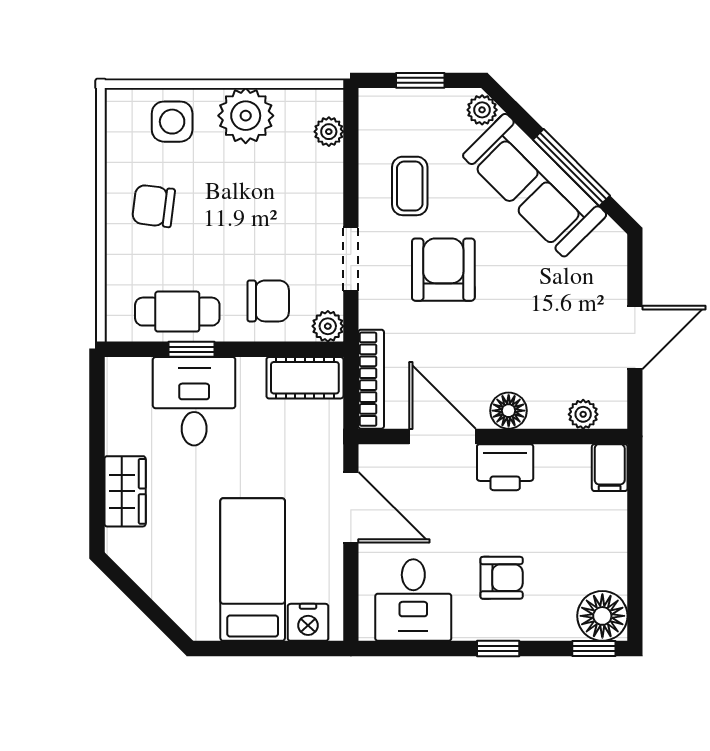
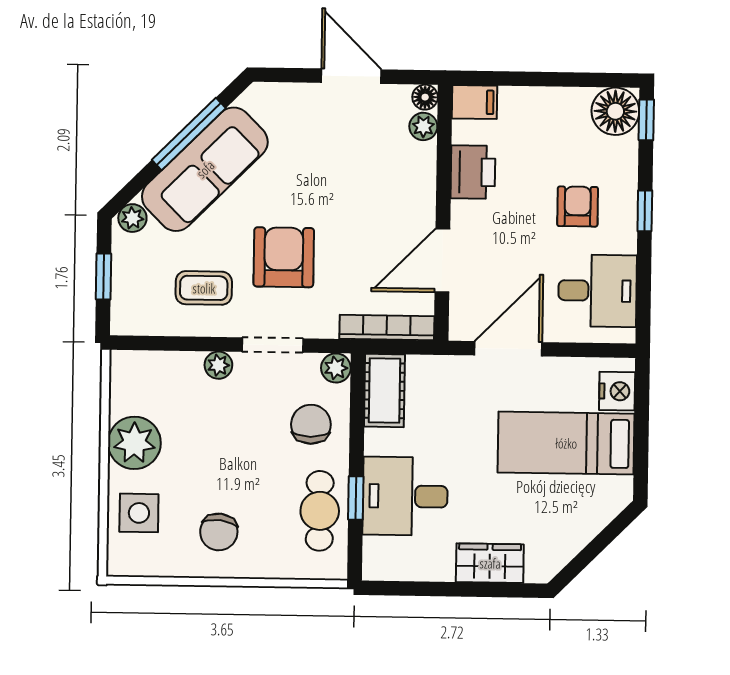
plant: (329, 132) -> (218, 365), moved
armchair: (443, 270) -> (284, 257), turned 90
floor lamp: (509, 411) -> (425, 97), moved, width x0.73, depth x0.73
printer: (505, 467) -> (473, 172), moved

